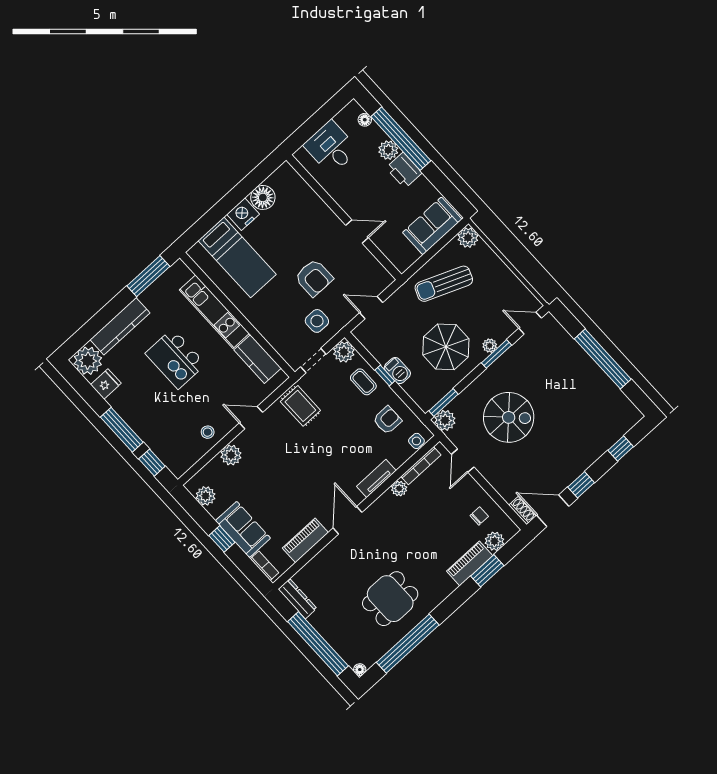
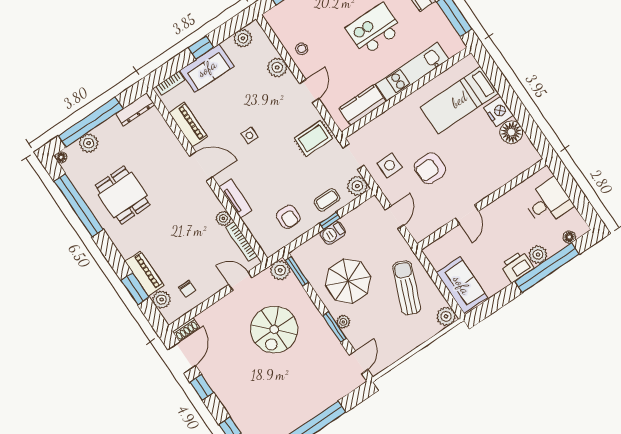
side table: (416, 441) -> (249, 135), moved
plant: (341, 643) -> (89, 143), added

